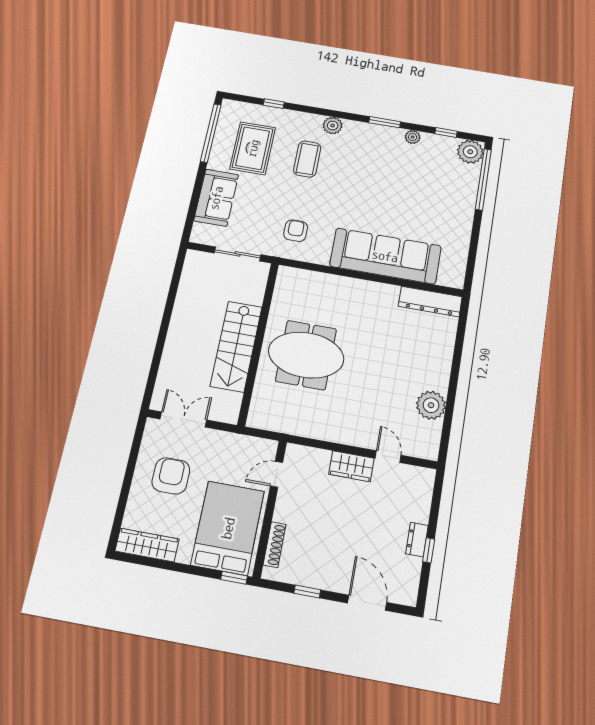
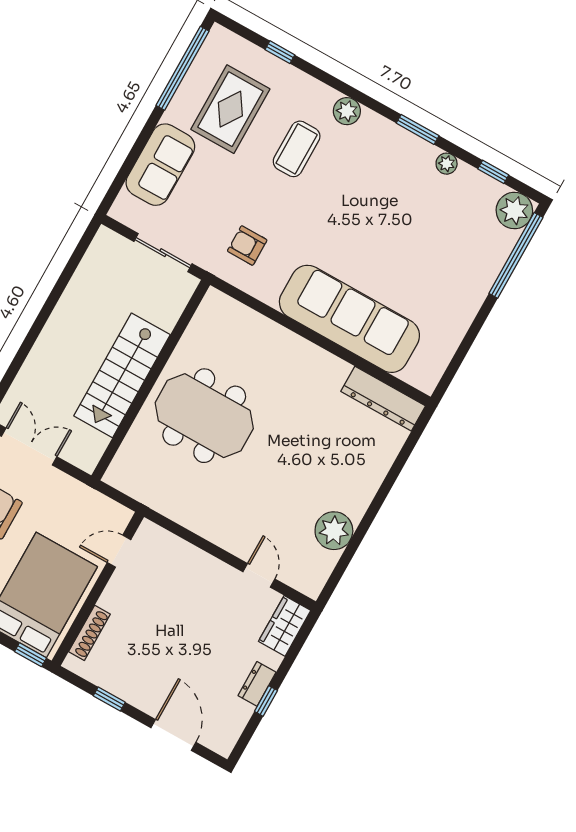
armchair: (296, 231) -> (247, 245), turned -90
wardrobe: (351, 466) -> (285, 626), moved, turned 90

